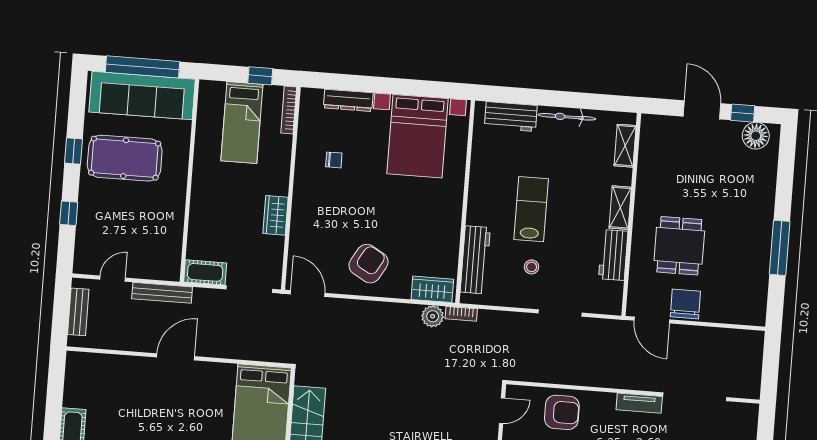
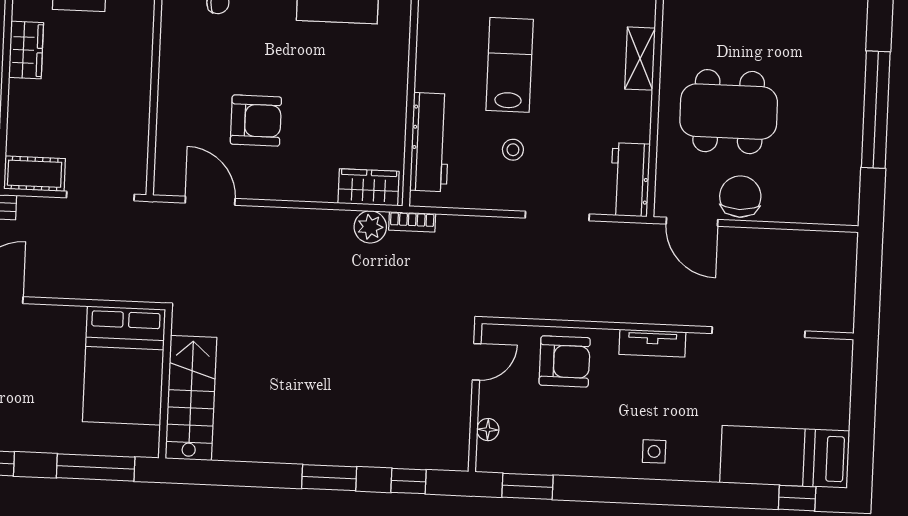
wardrobe: (276, 215) -> (26, 50), moved, turned 180
dining table: (679, 246) -> (729, 112), width x1.38
window: (780, 248) -> (876, 110), width x1.46
workbench: (613, 255) -> (630, 180), moved
armchair: (369, 264) -> (256, 121), moved, turned 60
door: (308, 294) -> (210, 201), moved
tv unit: (639, 403) -> (652, 343), moved

